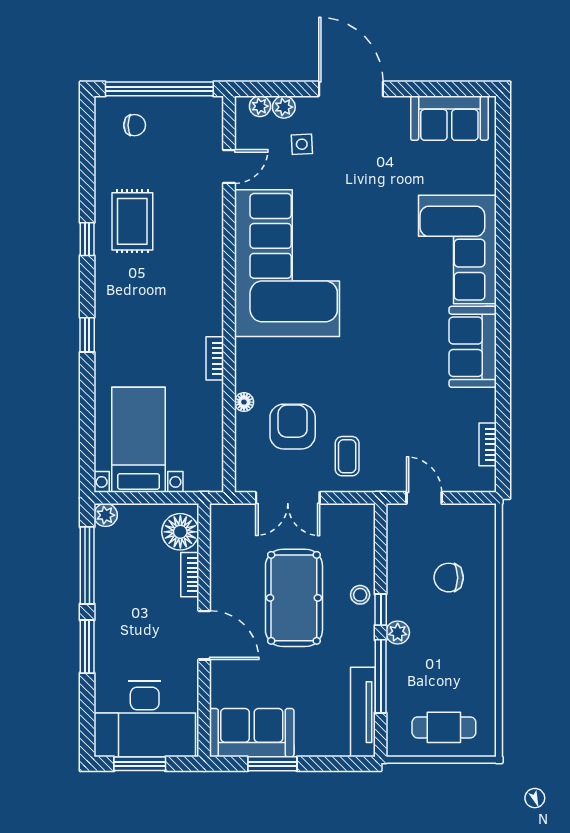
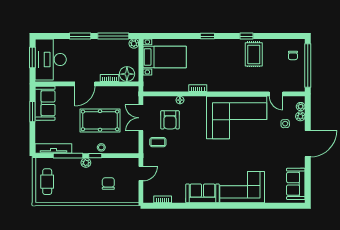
rug: (132, 221) -> (254, 54), turned 90
armchair: (293, 427) -> (170, 120), turned 90

